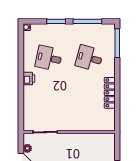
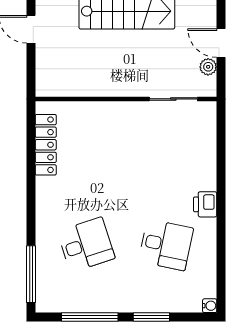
desk: (89, 58) -> (86, 245), turned -33
locker: (110, 93) -> (46, 145), moved

